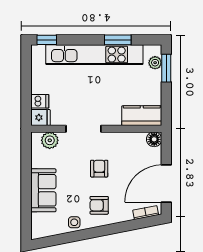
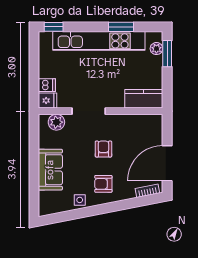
floor lamp: (154, 139) -> (156, 121), removed

